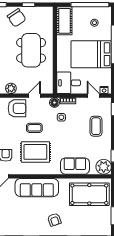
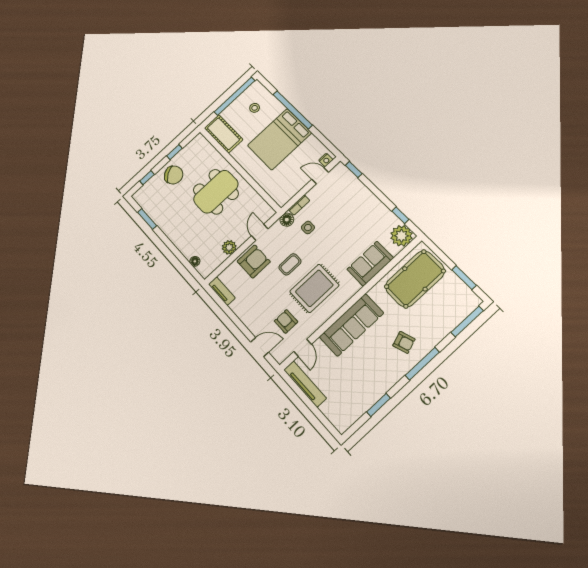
dining table: (31, 50) -> (216, 192), turned 90
desk: (69, 83) -> (283, 187), removed
coffee table: (96, 126) -> (353, 203), removed

